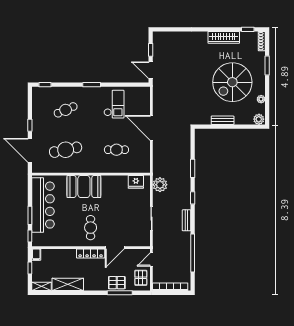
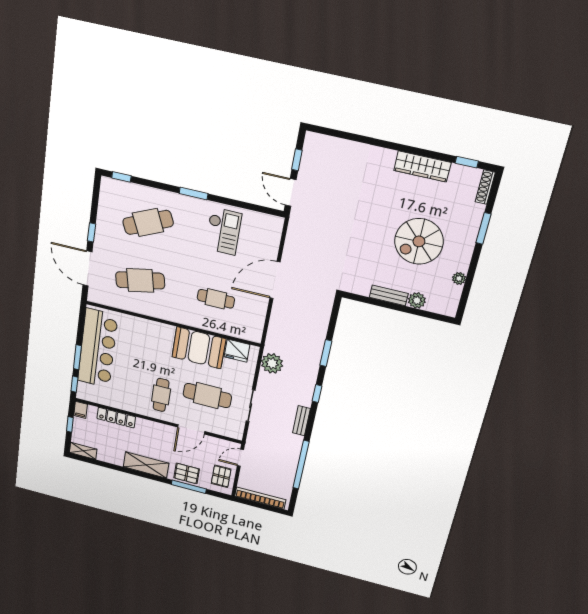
spiral stairs: (232, 82) -> (419, 241), width x0.73, depth x0.73
cafe table: (66, 110) -> (148, 222), width x1.37, depth x1.35
plant: (259, 119) -> (417, 300), moved
door: (151, 128) -> (275, 280), hinge flipped
booth: (84, 187) -> (199, 348), moved
cafe table: (122, 219) -> (207, 396), added
locker: (91, 253) -> (116, 418), moved
shelving: (68, 284) -> (146, 465), moved

